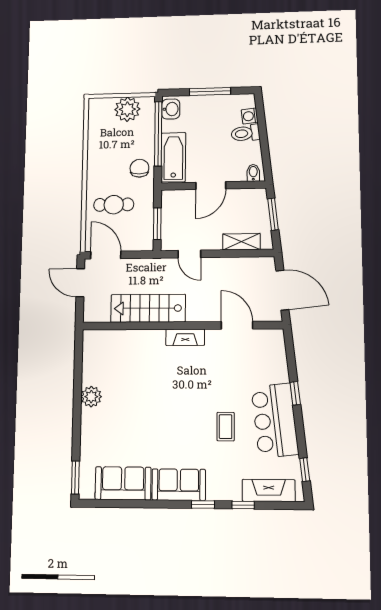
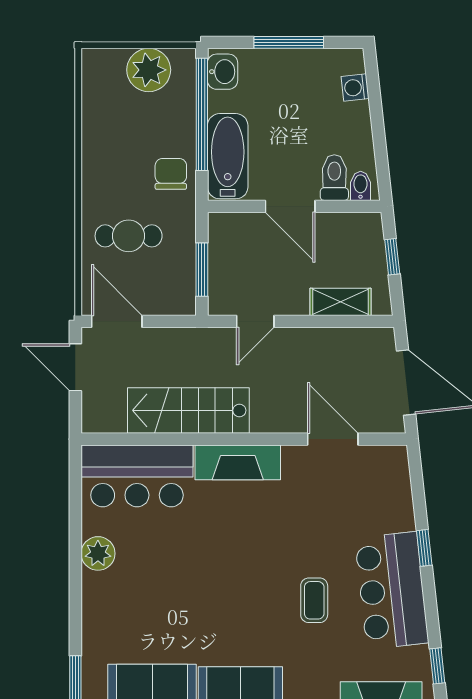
toilet: (245, 133) -> (334, 178), moved, turned 96
door: (211, 186) -> (290, 206), hinge flipped
window: (273, 214) -> (392, 257), width x0.67
door: (189, 254) -> (255, 321), hinge flipped
fireplace: (185, 337) -> (238, 462), width x1.37, depth x1.32
bar counter: (116, 348) -> (137, 476), added

